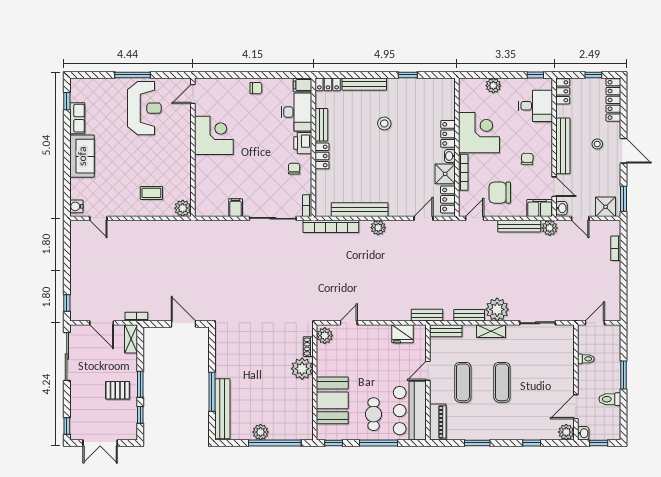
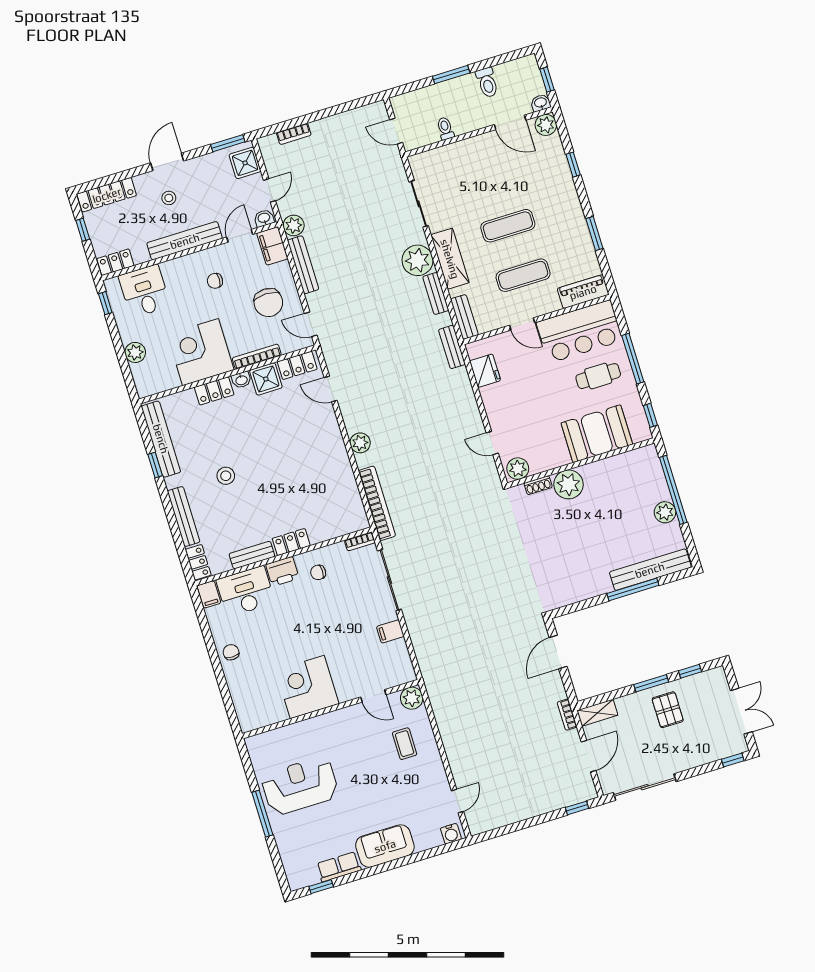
door: (193, 94) -> (373, 696), moved
bench: (360, 210) -> (161, 439), moved
shelving: (491, 331) -> (450, 259), width x1.50, depth x1.33

